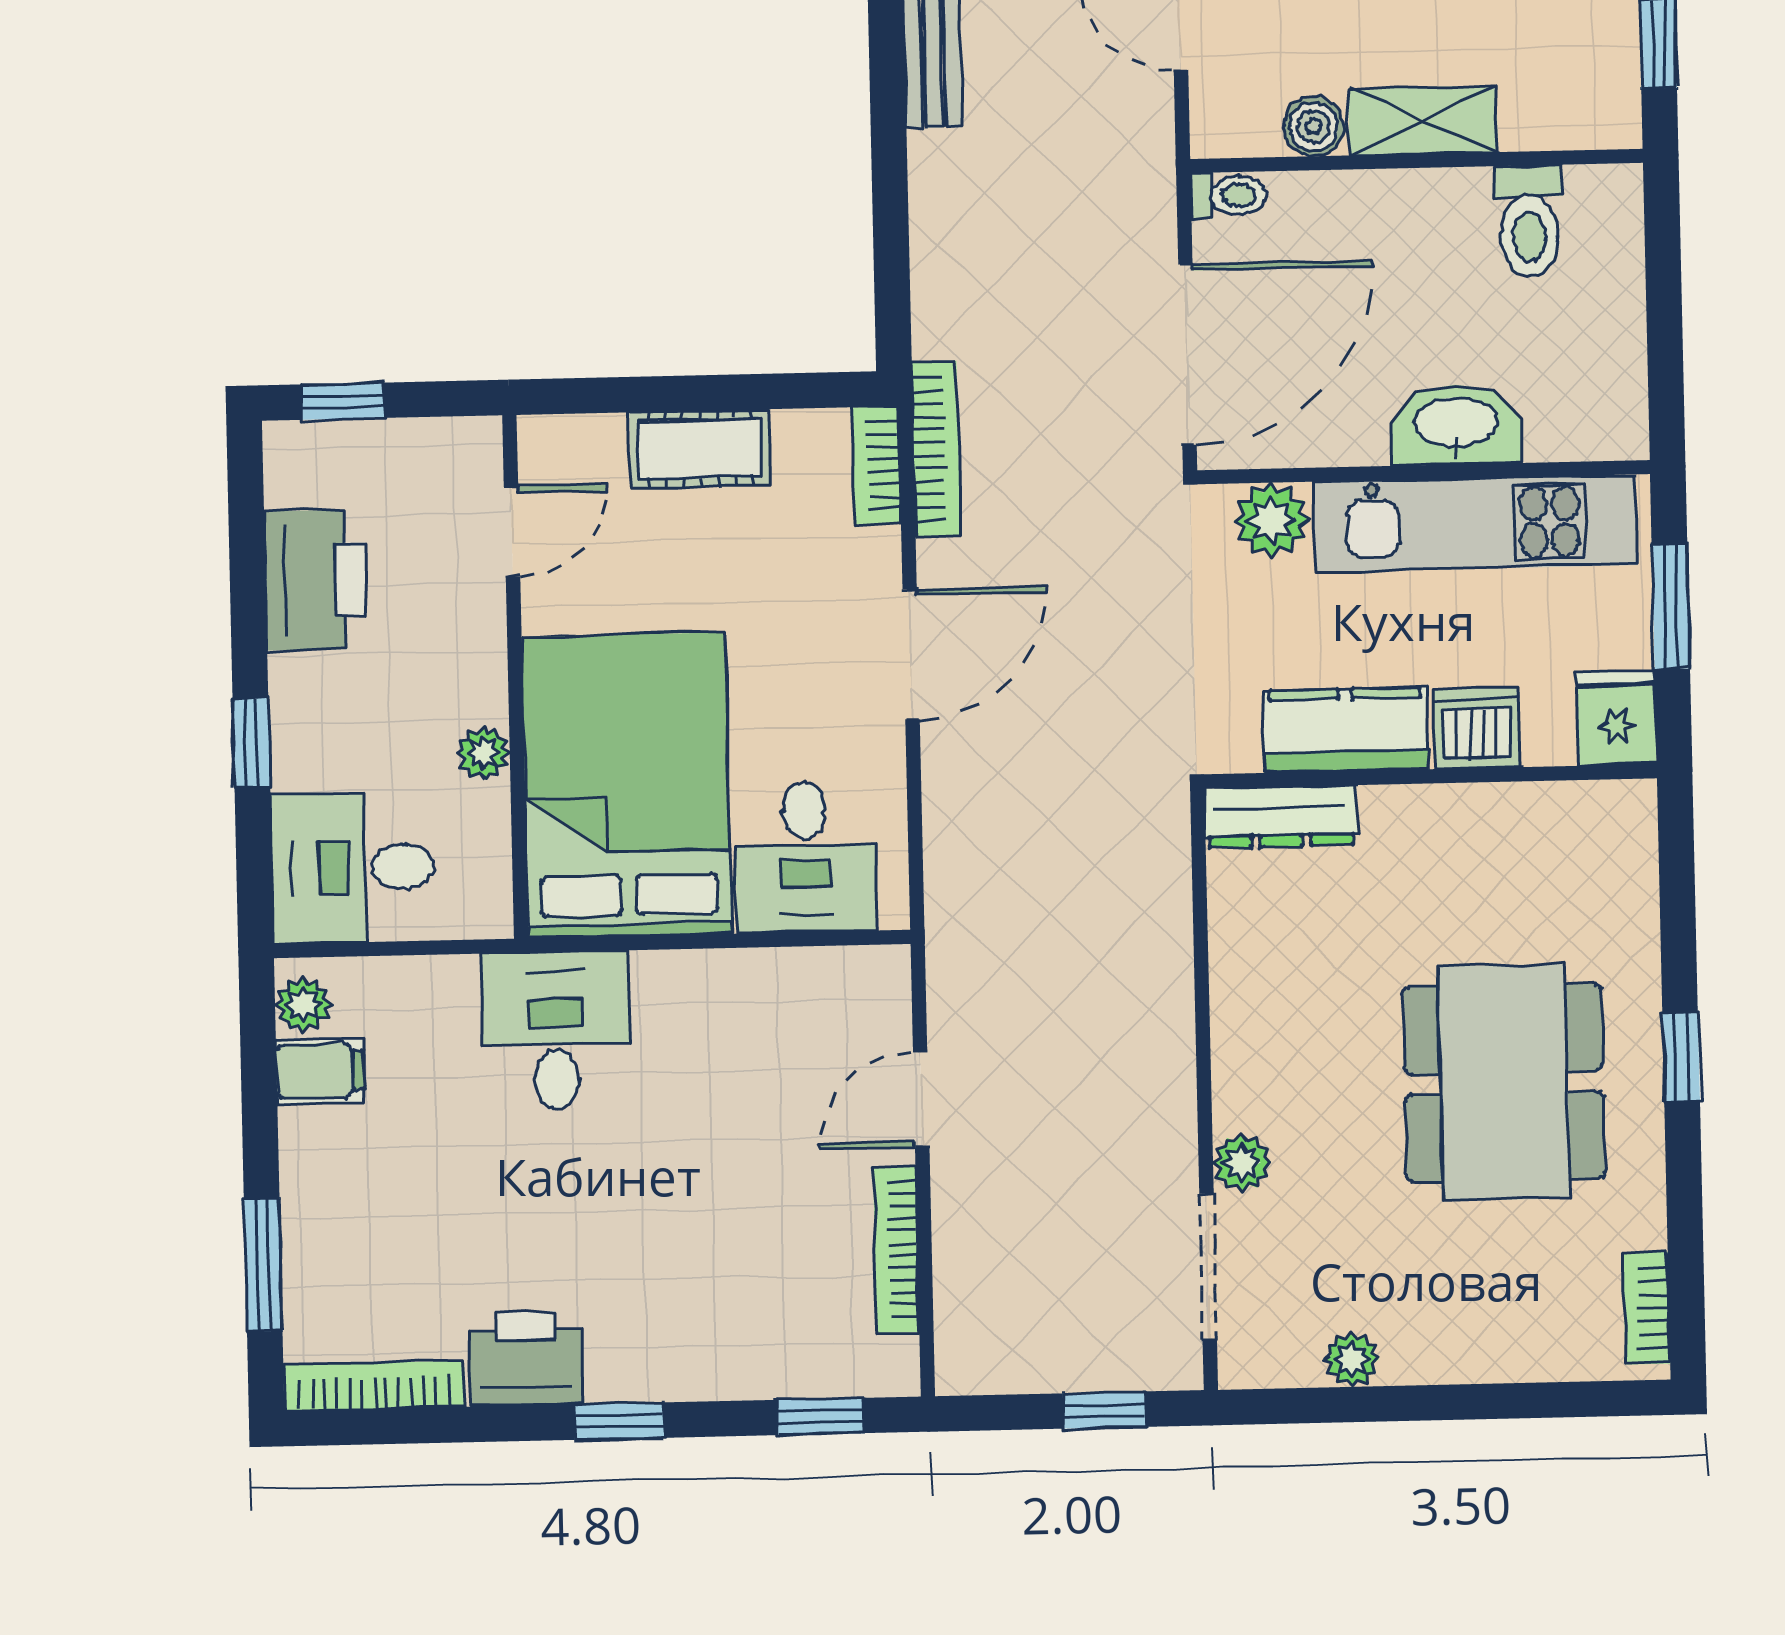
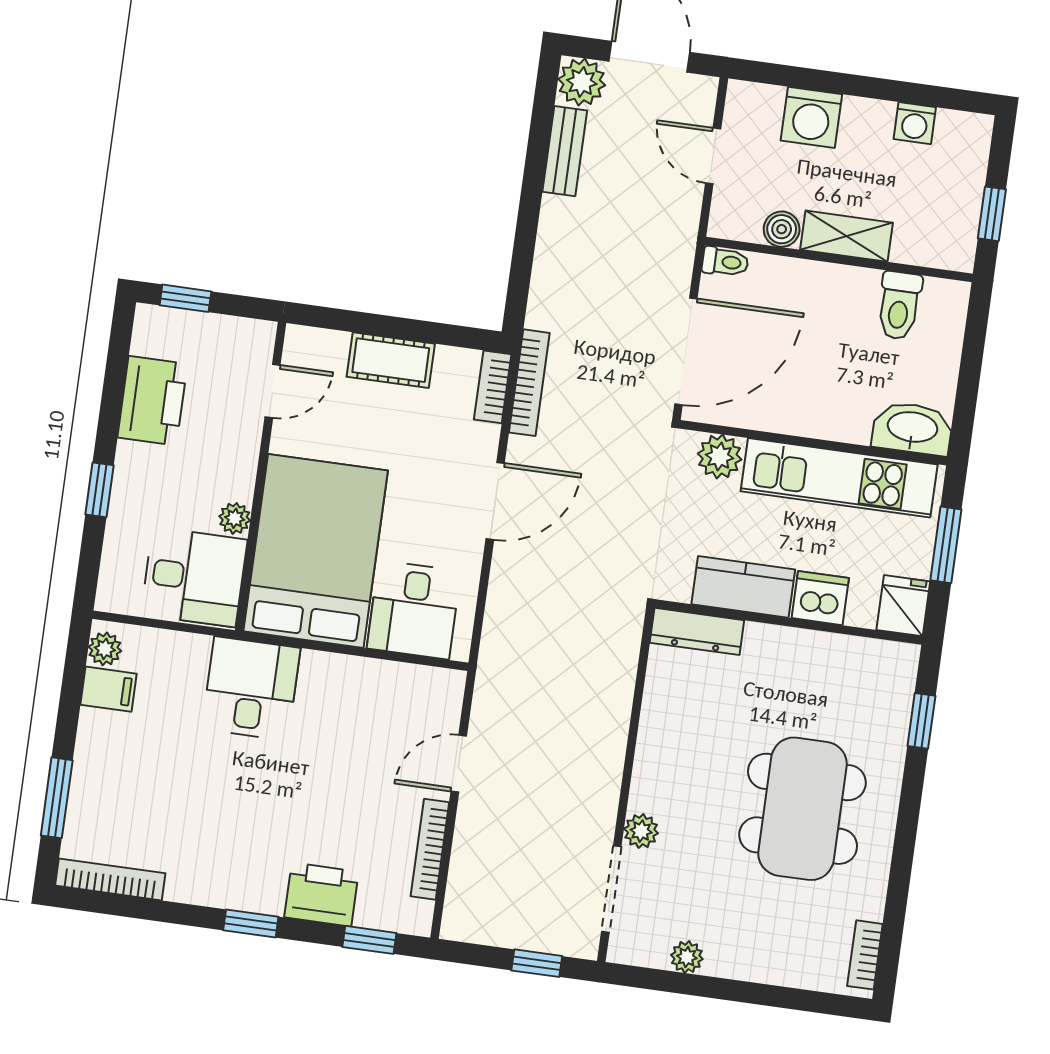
washbasin: (1456, 425) -> (912, 428), moved
desk: (353, 868) -> (194, 577), moved, turned 180
window: (1681, 1057) -> (921, 721), moved
printer: (526, 1359) -> (321, 894), moved

